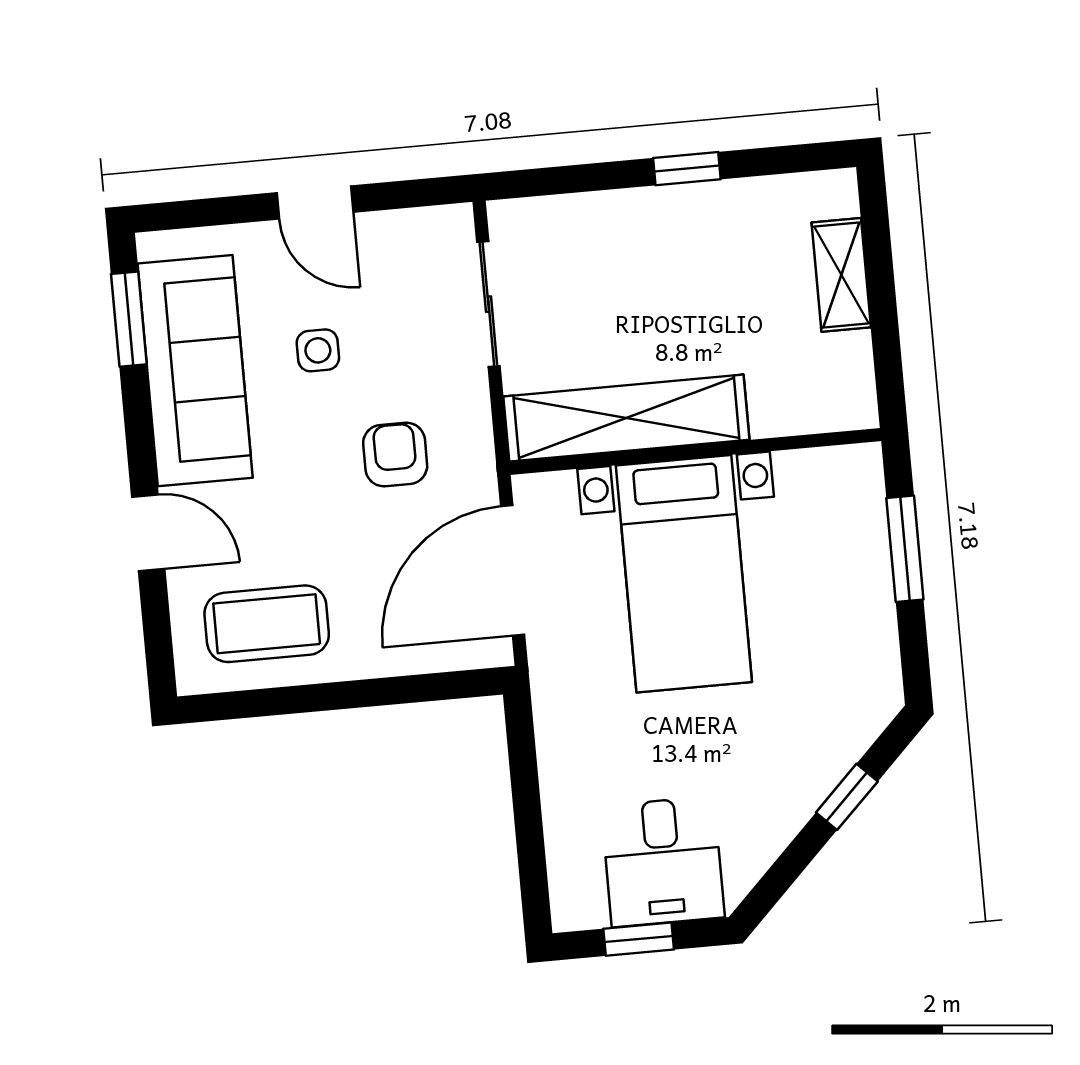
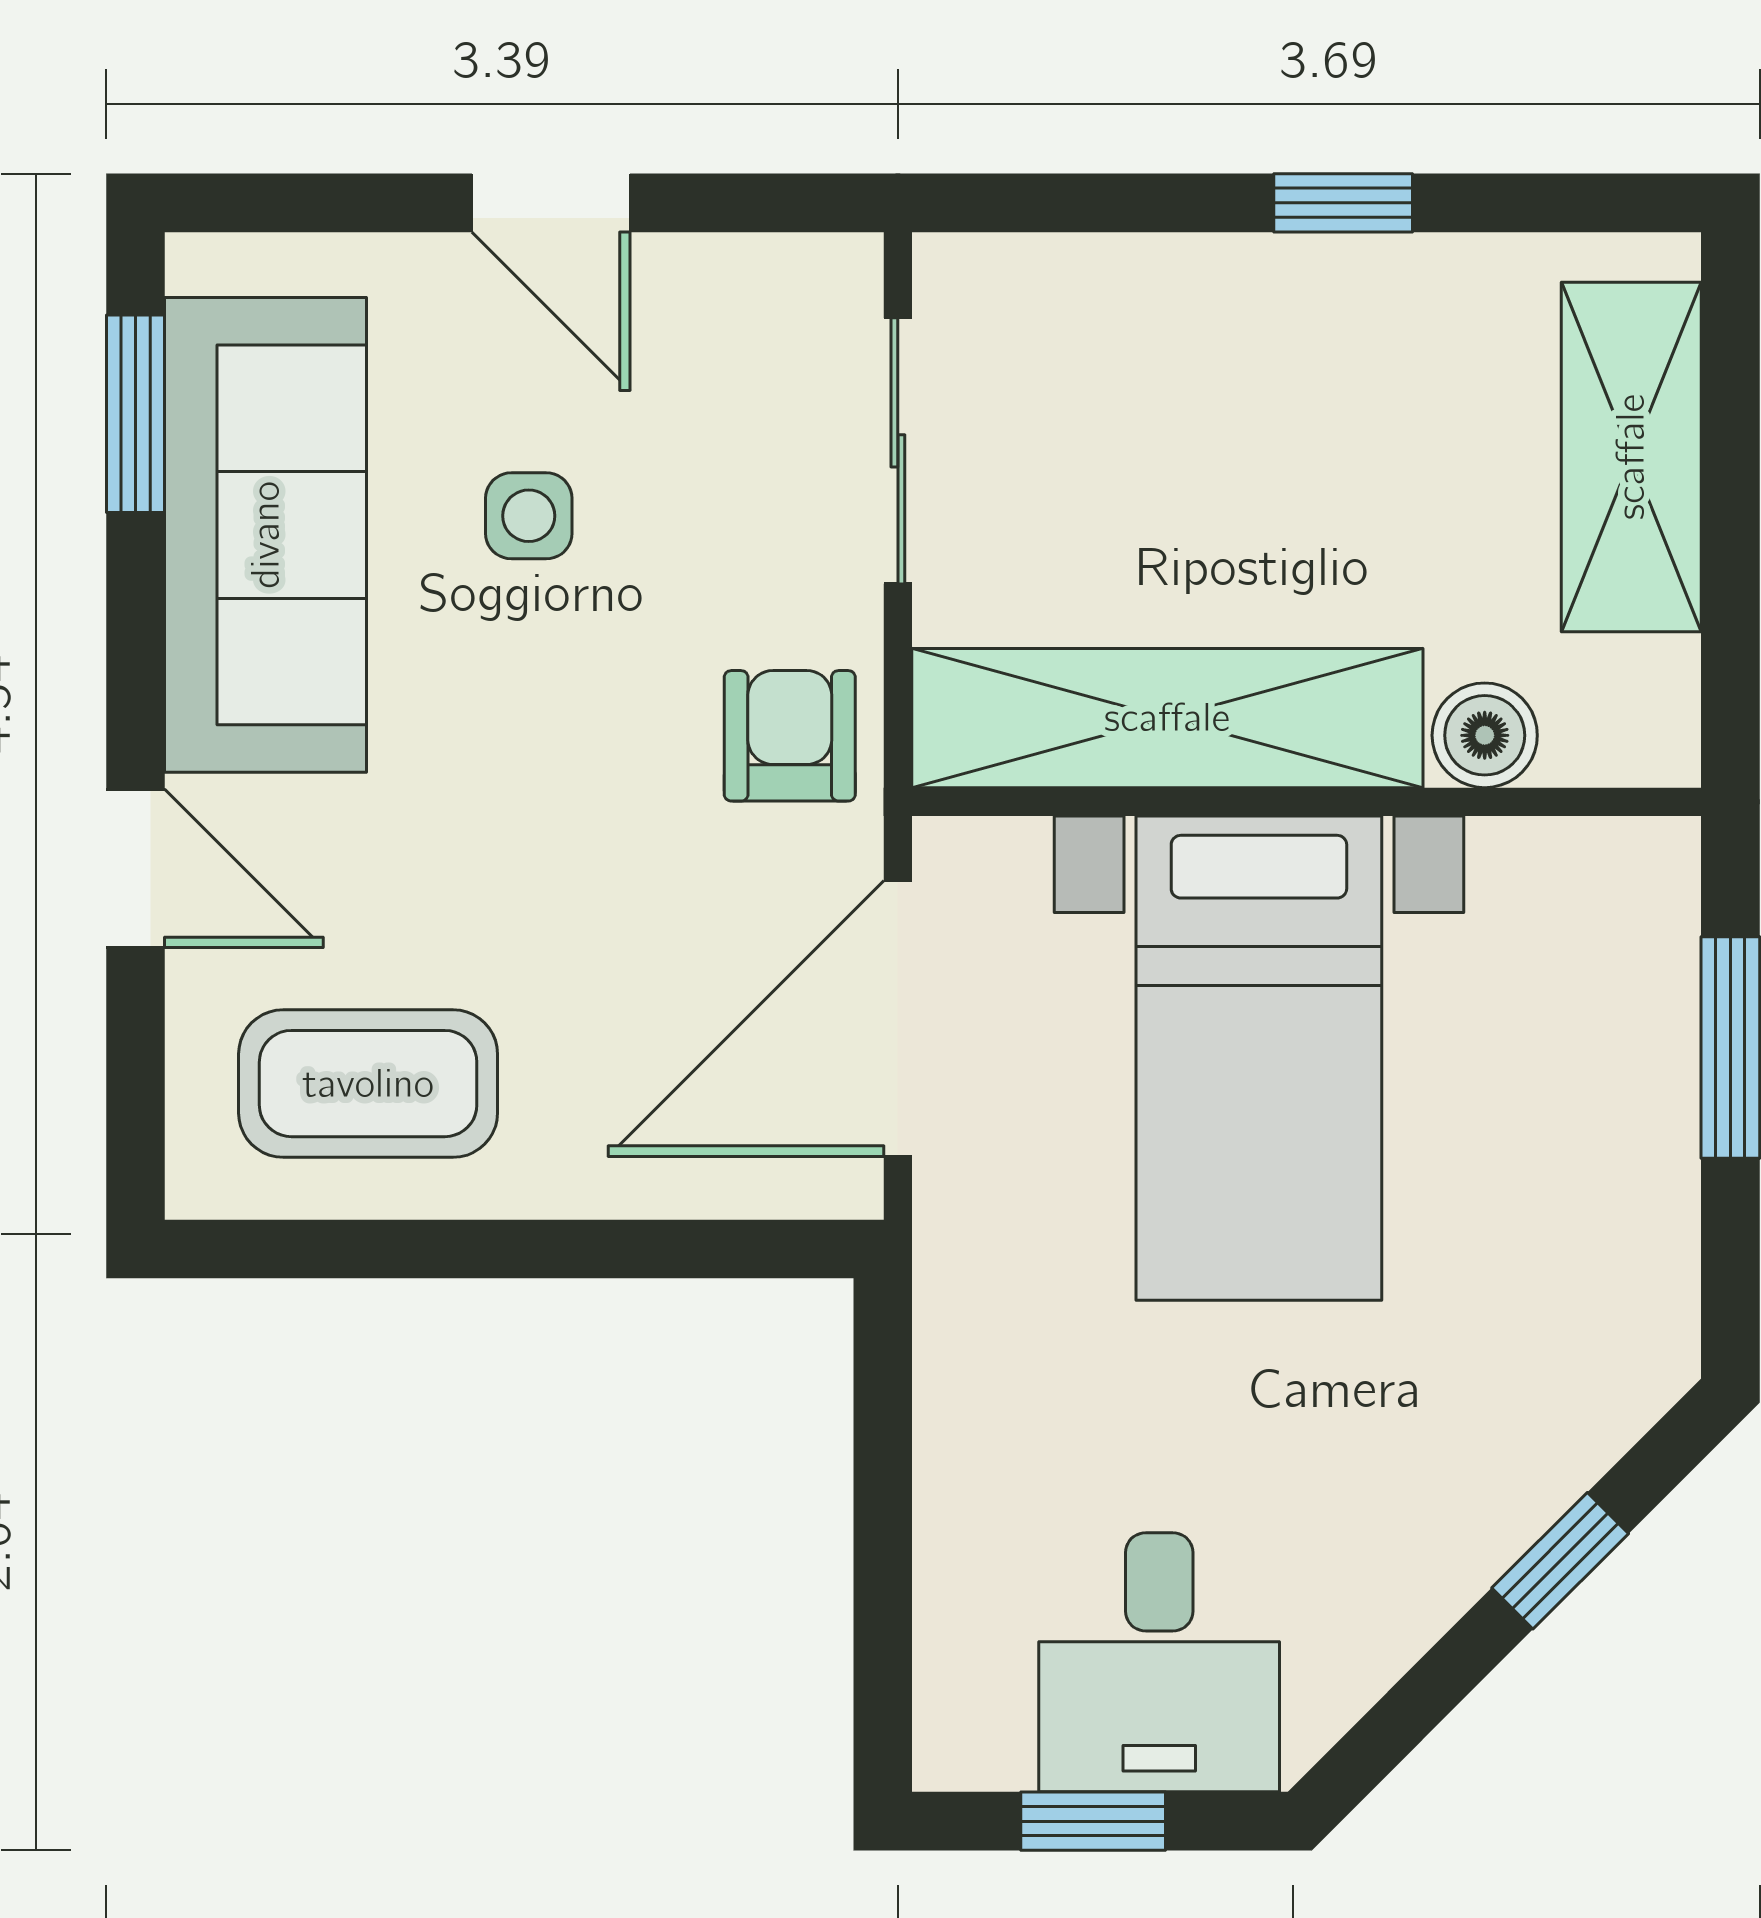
shelving: (841, 275) -> (1631, 457), width x1.50, depth x1.33
boiler: (776, 413) -> (1485, 735), added
armchair: (395, 454) -> (790, 736), moved

